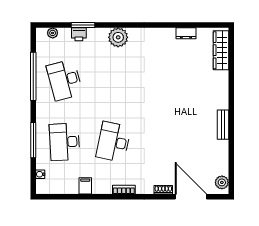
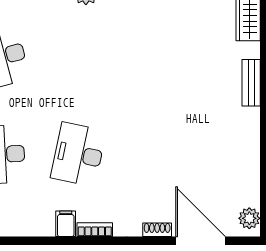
bench: (223, 125) -> (251, 83), moved
filing cabinet: (85, 186) -> (66, 224), moved

